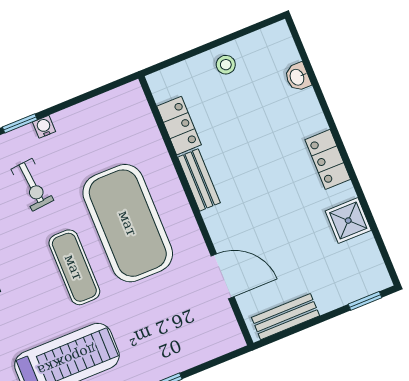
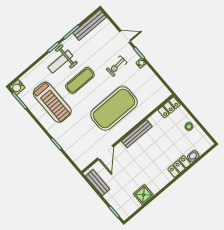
locker: (179, 126) -> (169, 107), moved
locker: (328, 159) -> (179, 167), moved
bench: (199, 180) -> (137, 134), width x1.36
exercise mat: (74, 267) -> (80, 81), moved

